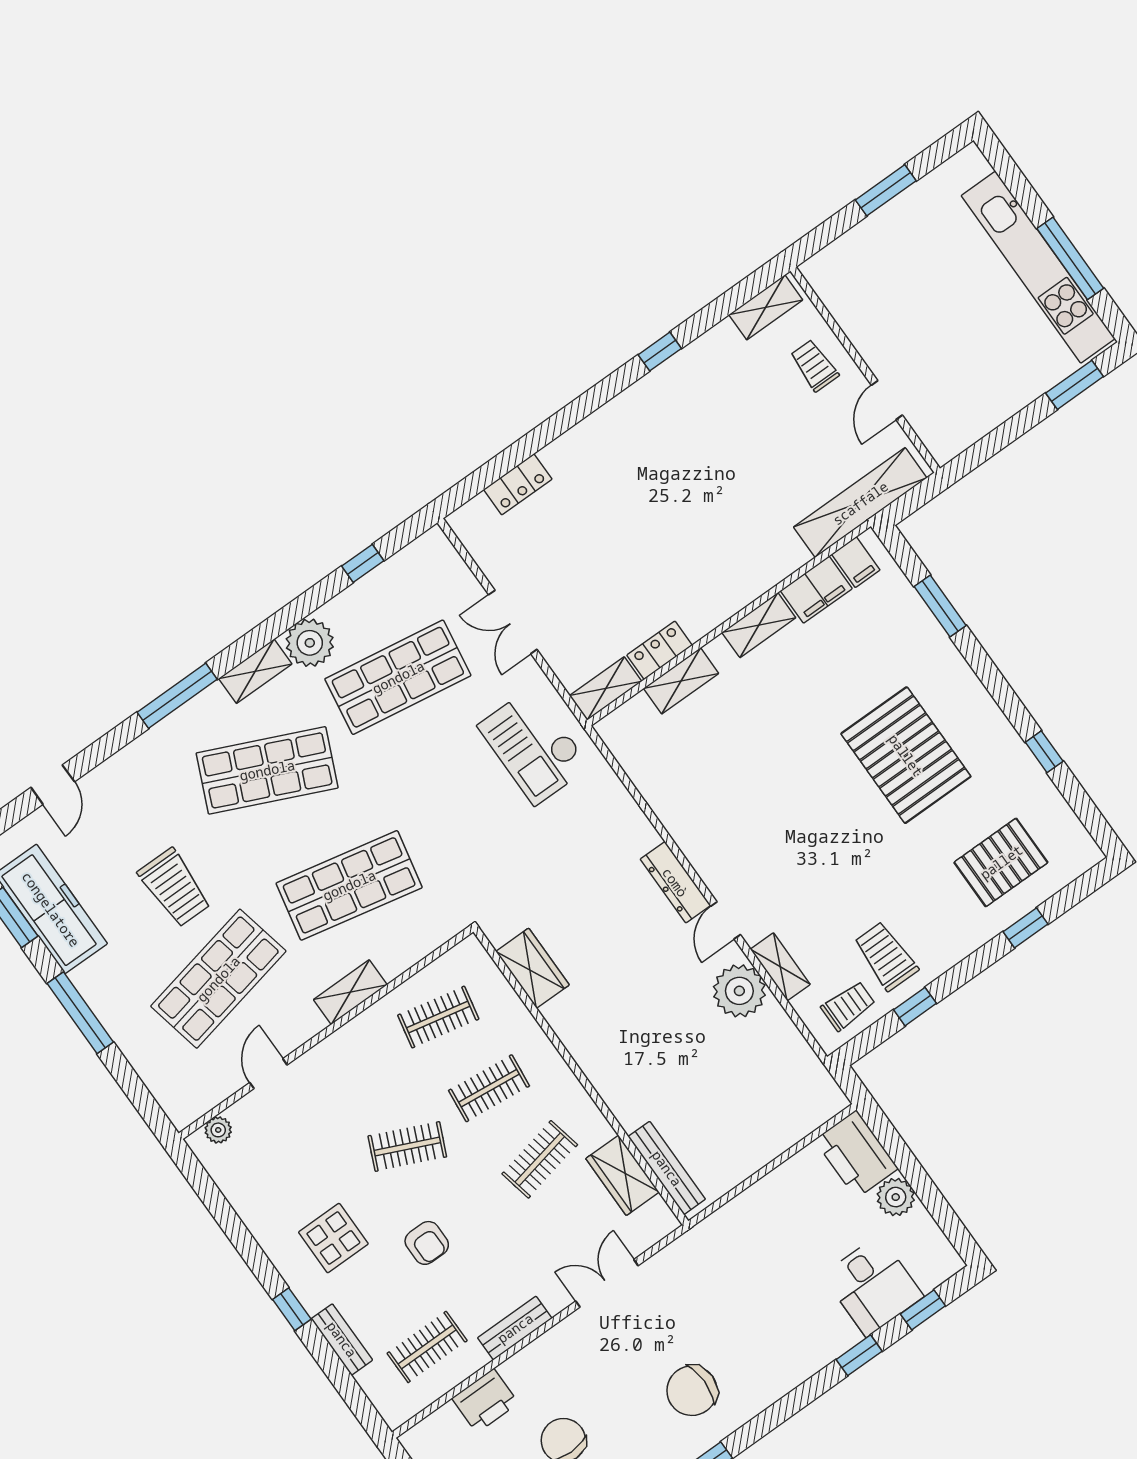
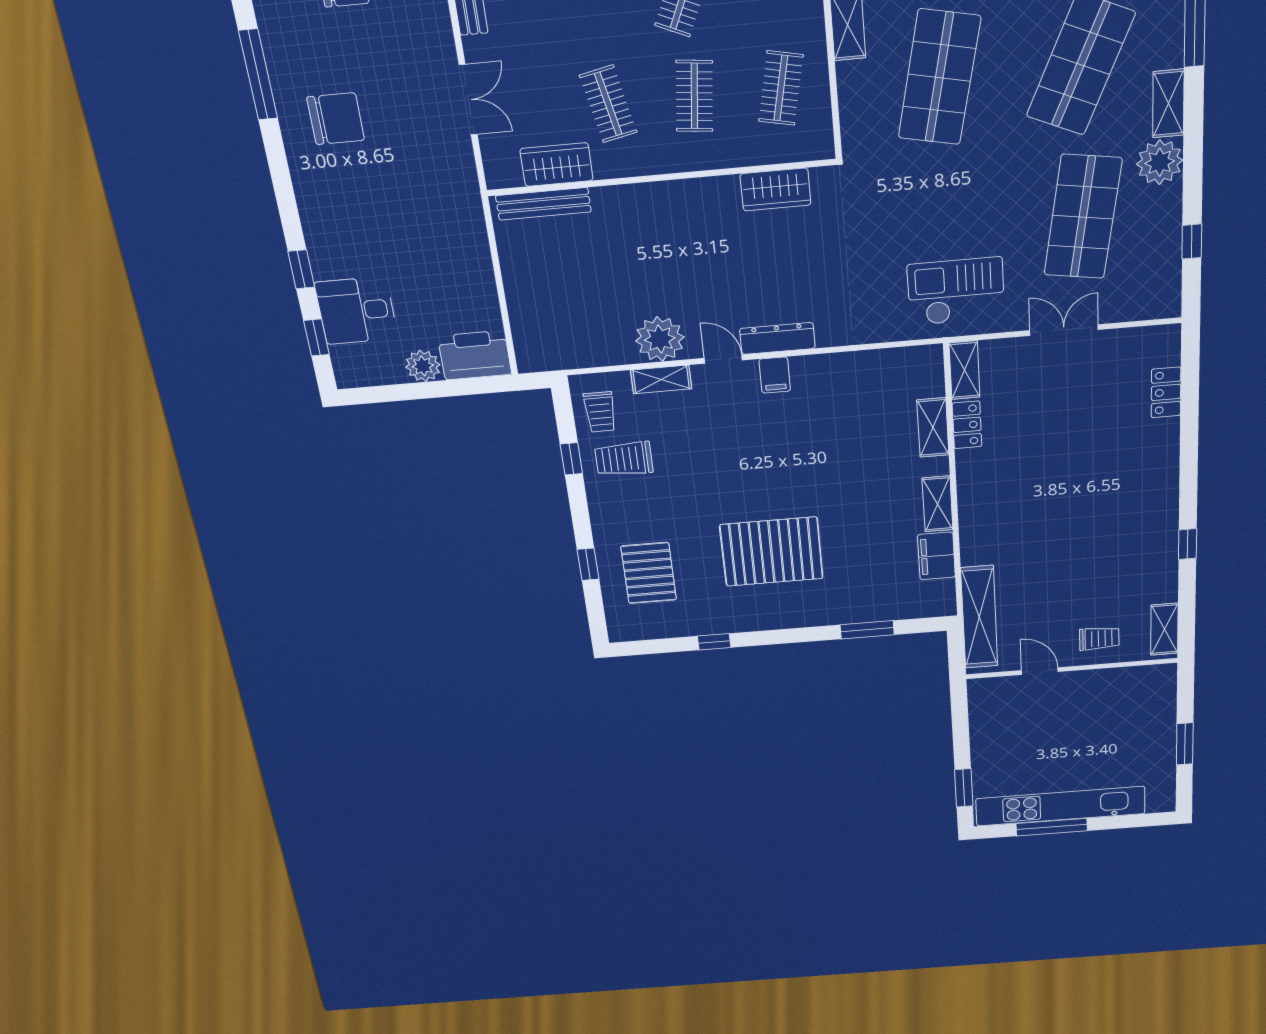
filing cabinet: (856, 562) -> (775, 375), moved, turned -90
trolley: (886, 956) -> (624, 459), turned 180
chair: (692, 1391) -> (336, 119), turned 90

